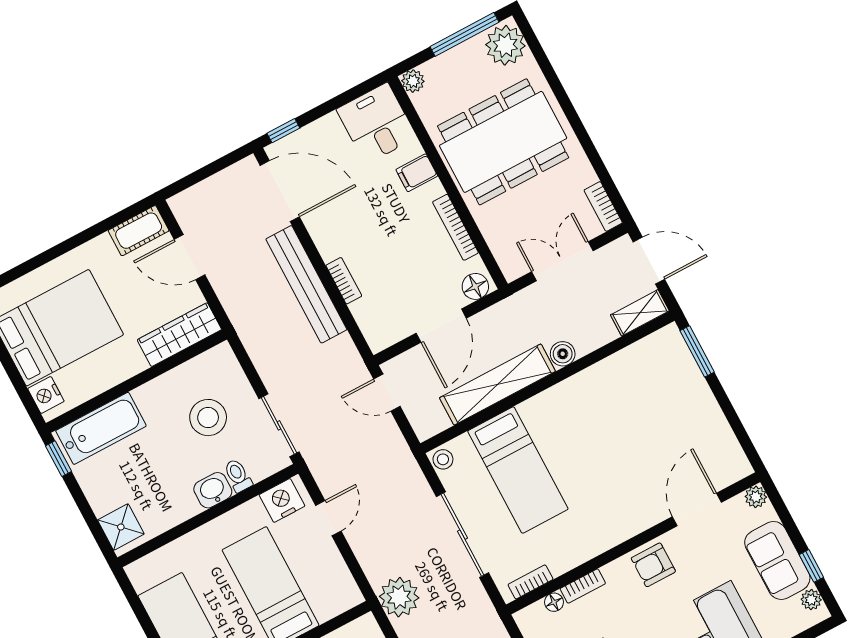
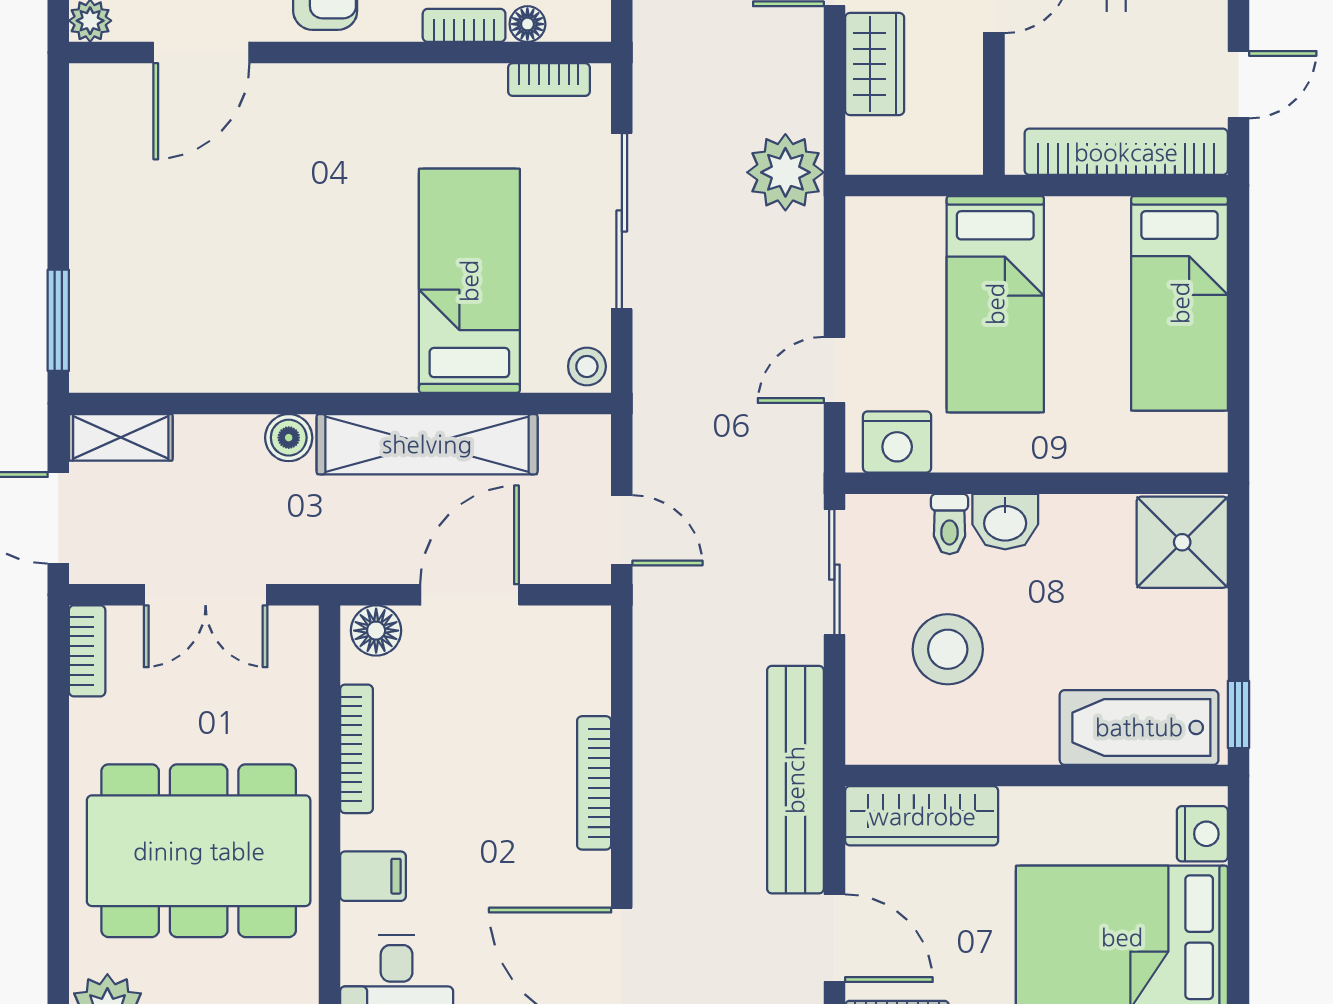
bookcase: (344, 281) -> (594, 783), width x1.56
bench: (306, 284) -> (795, 780), moved
shower: (121, 527) -> (1182, 542), width x1.36, depth x1.36

